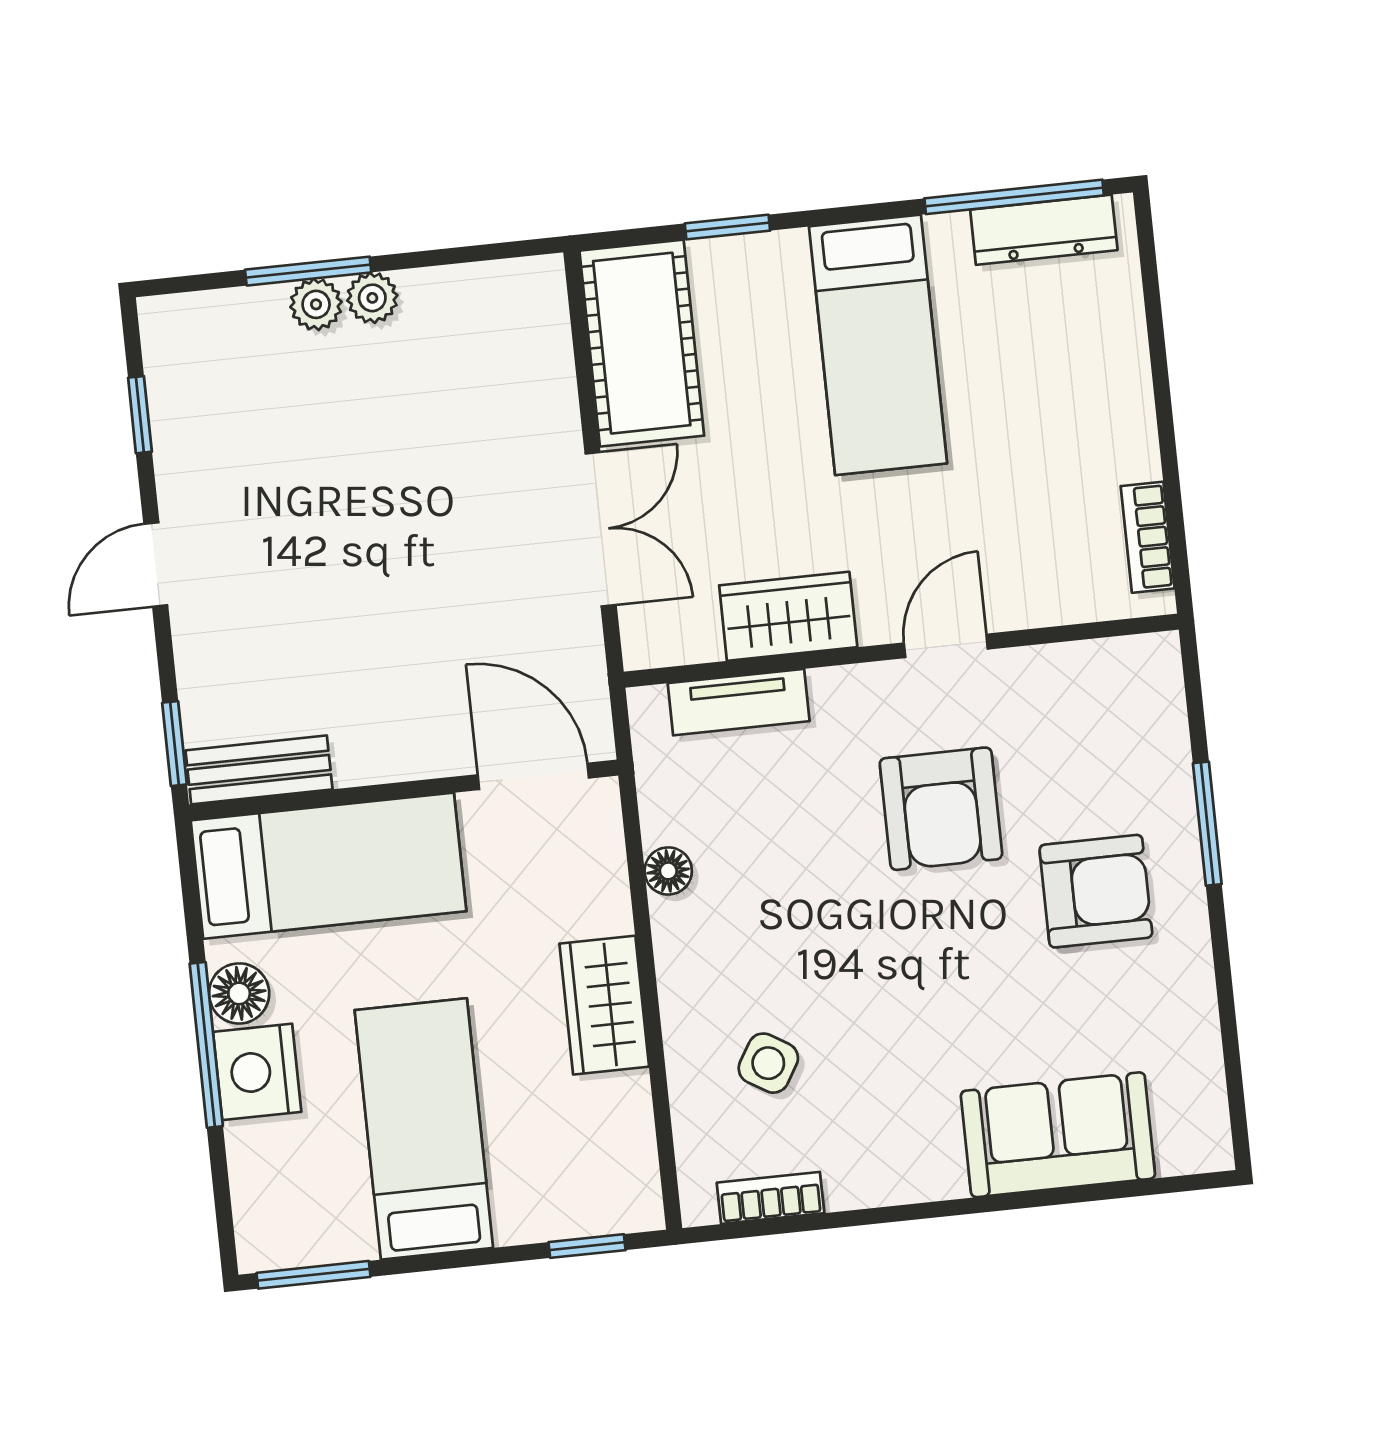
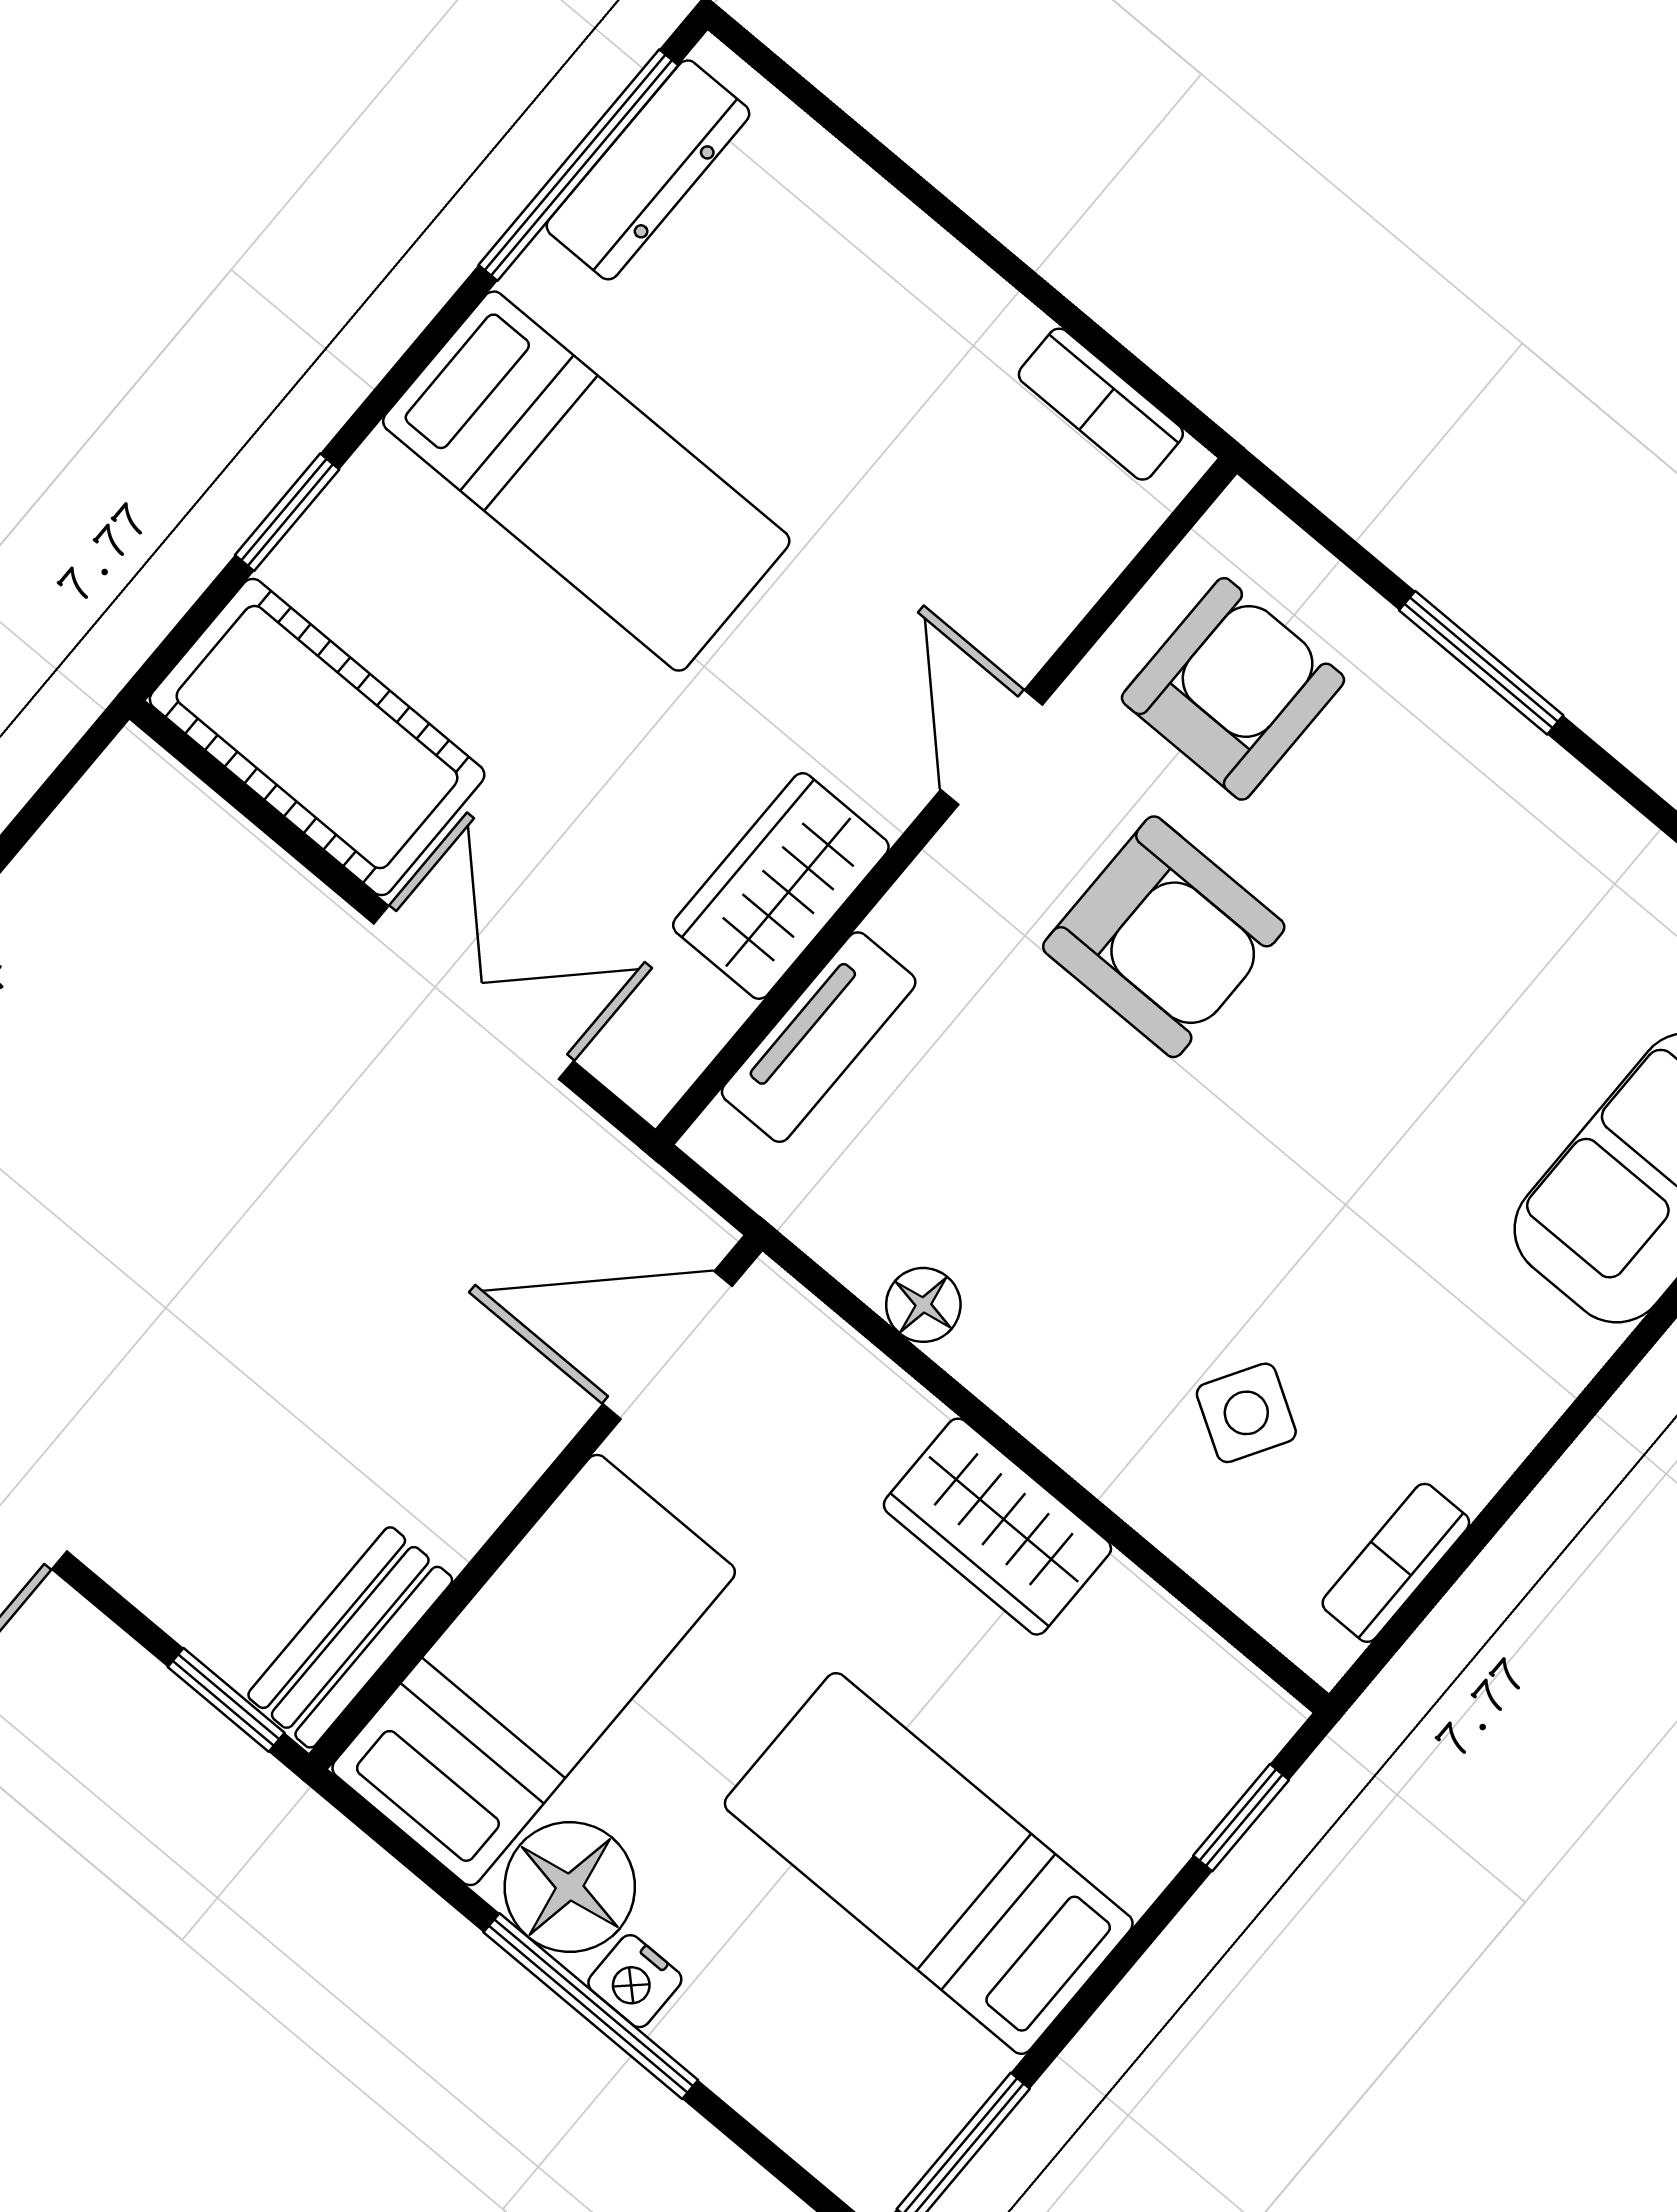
armchair: (1096, 891) -> (1233, 689), moved
floor lamp: (239, 993) -> (570, 1887), width x1.38, depth x1.38
nightstand: (257, 1072) -> (635, 1981), width x0.53, depth x0.56

